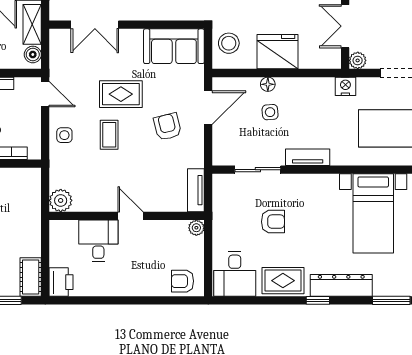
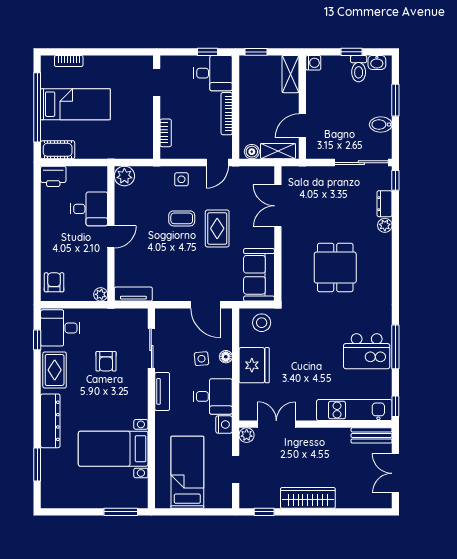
desk: (313, 99) -> (213, 396), added
armchair: (167, 127) -> (189, 269), removed
window: (318, 300) -> (37, 340), moved

